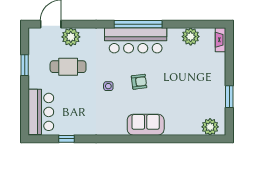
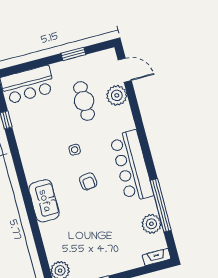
window: (138, 24) -> (161, 205), moved

